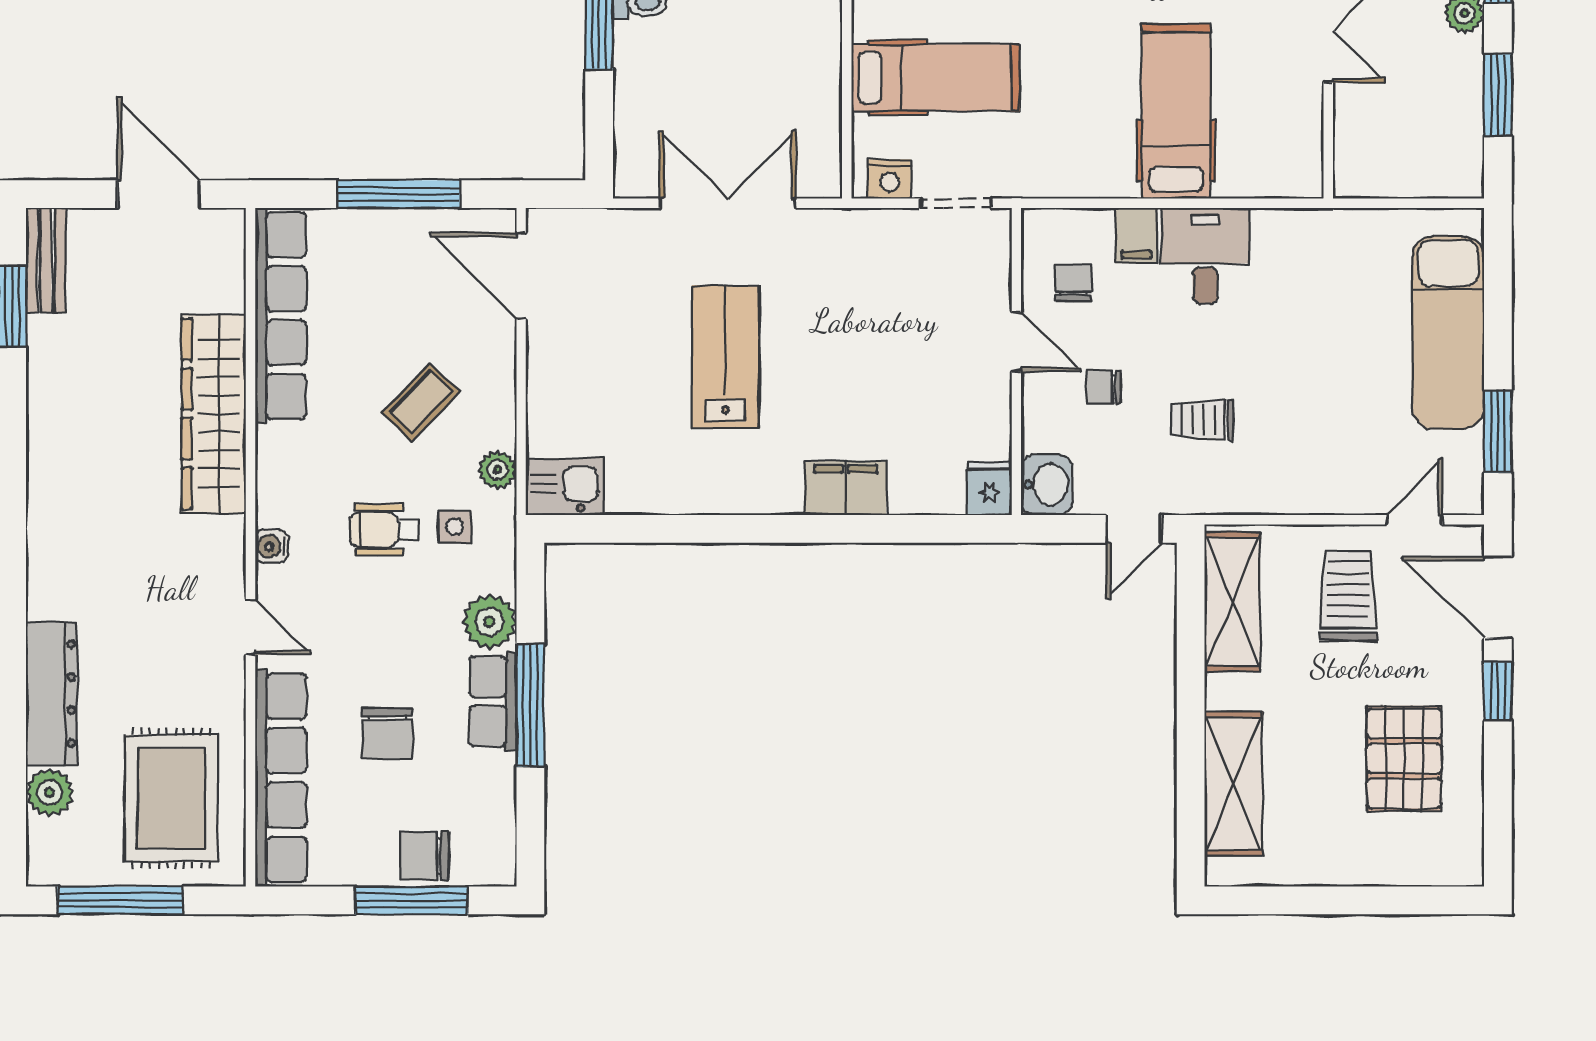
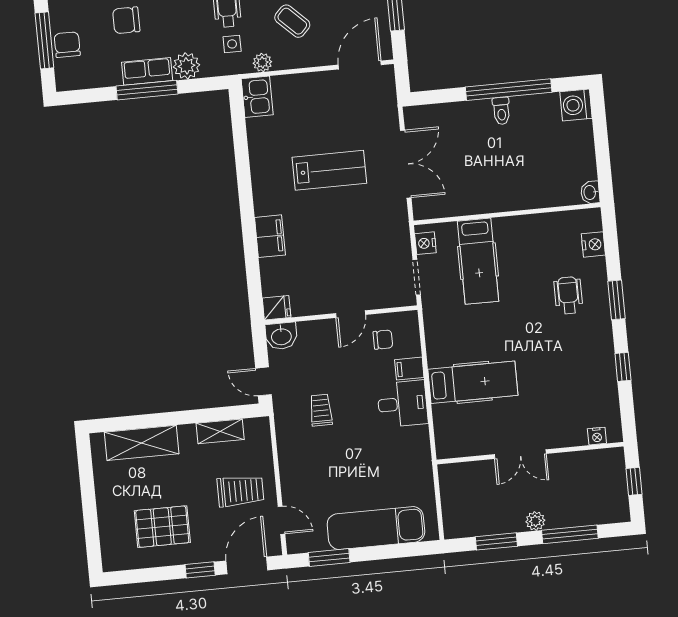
chair: (1104, 387) -> (333, 360), removed
shelving: (1232, 602) -> (220, 431), width x0.67, depth x0.75

